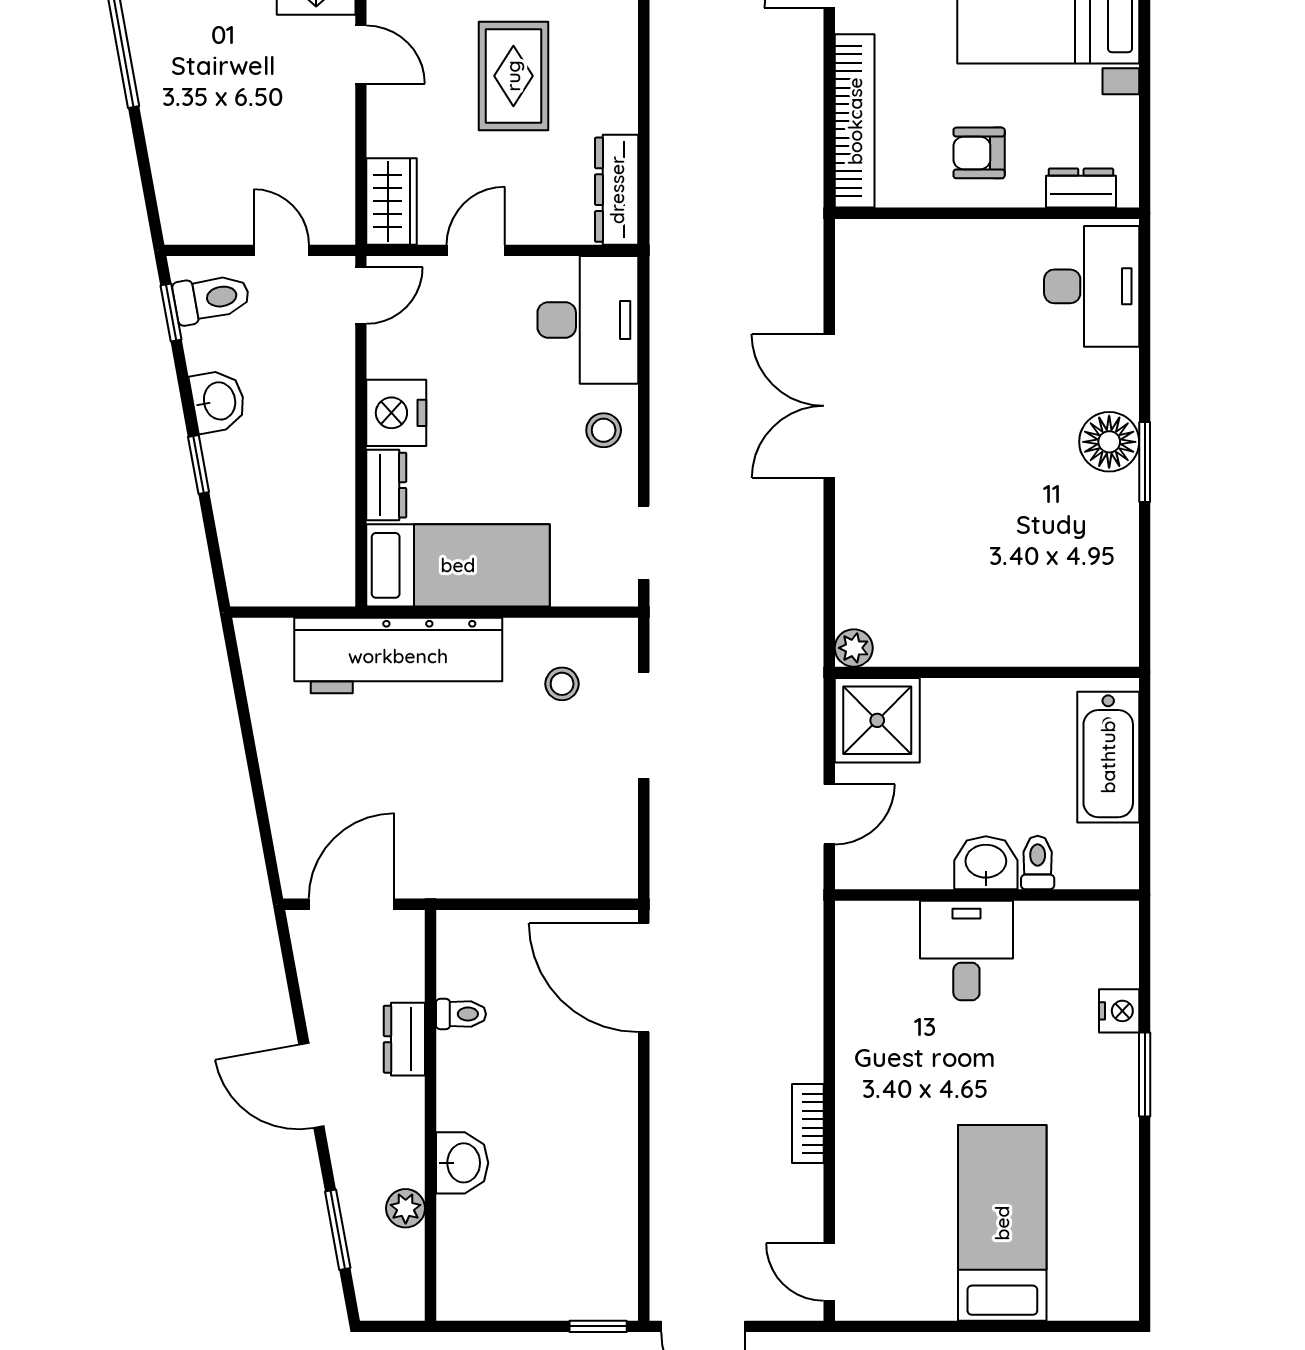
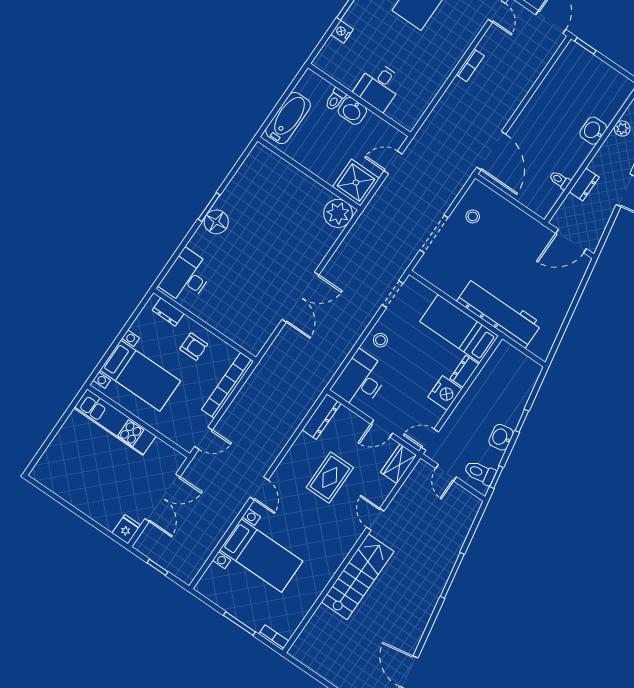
plant: (854, 648) -> (338, 213), width x1.87, depth x1.87
stool: (562, 684) -> (473, 216), moved

